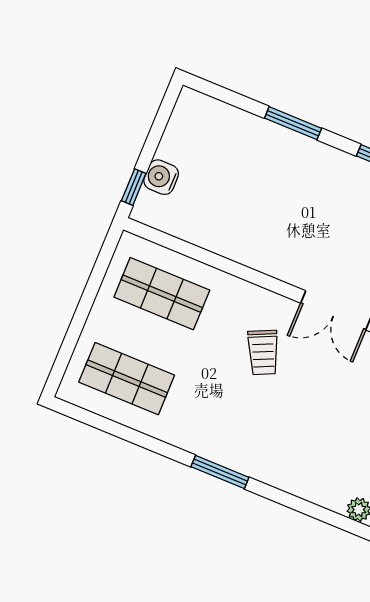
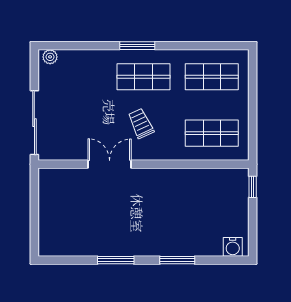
water cooler: (161, 177) -> (233, 247), moved, turned 90
shop shelf: (230, 421) -> (143, 77), added

